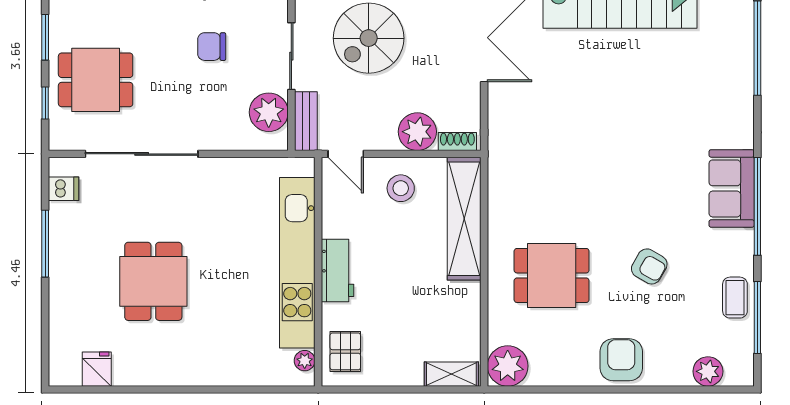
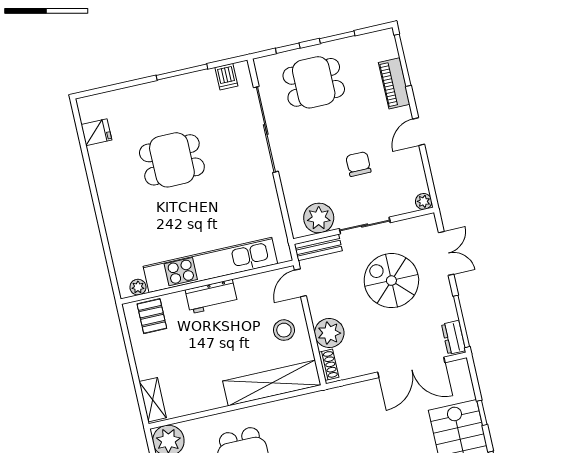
dining table: (96, 80) -> (314, 82), turned 90
pallet: (345, 351) -> (152, 316), turned 90

